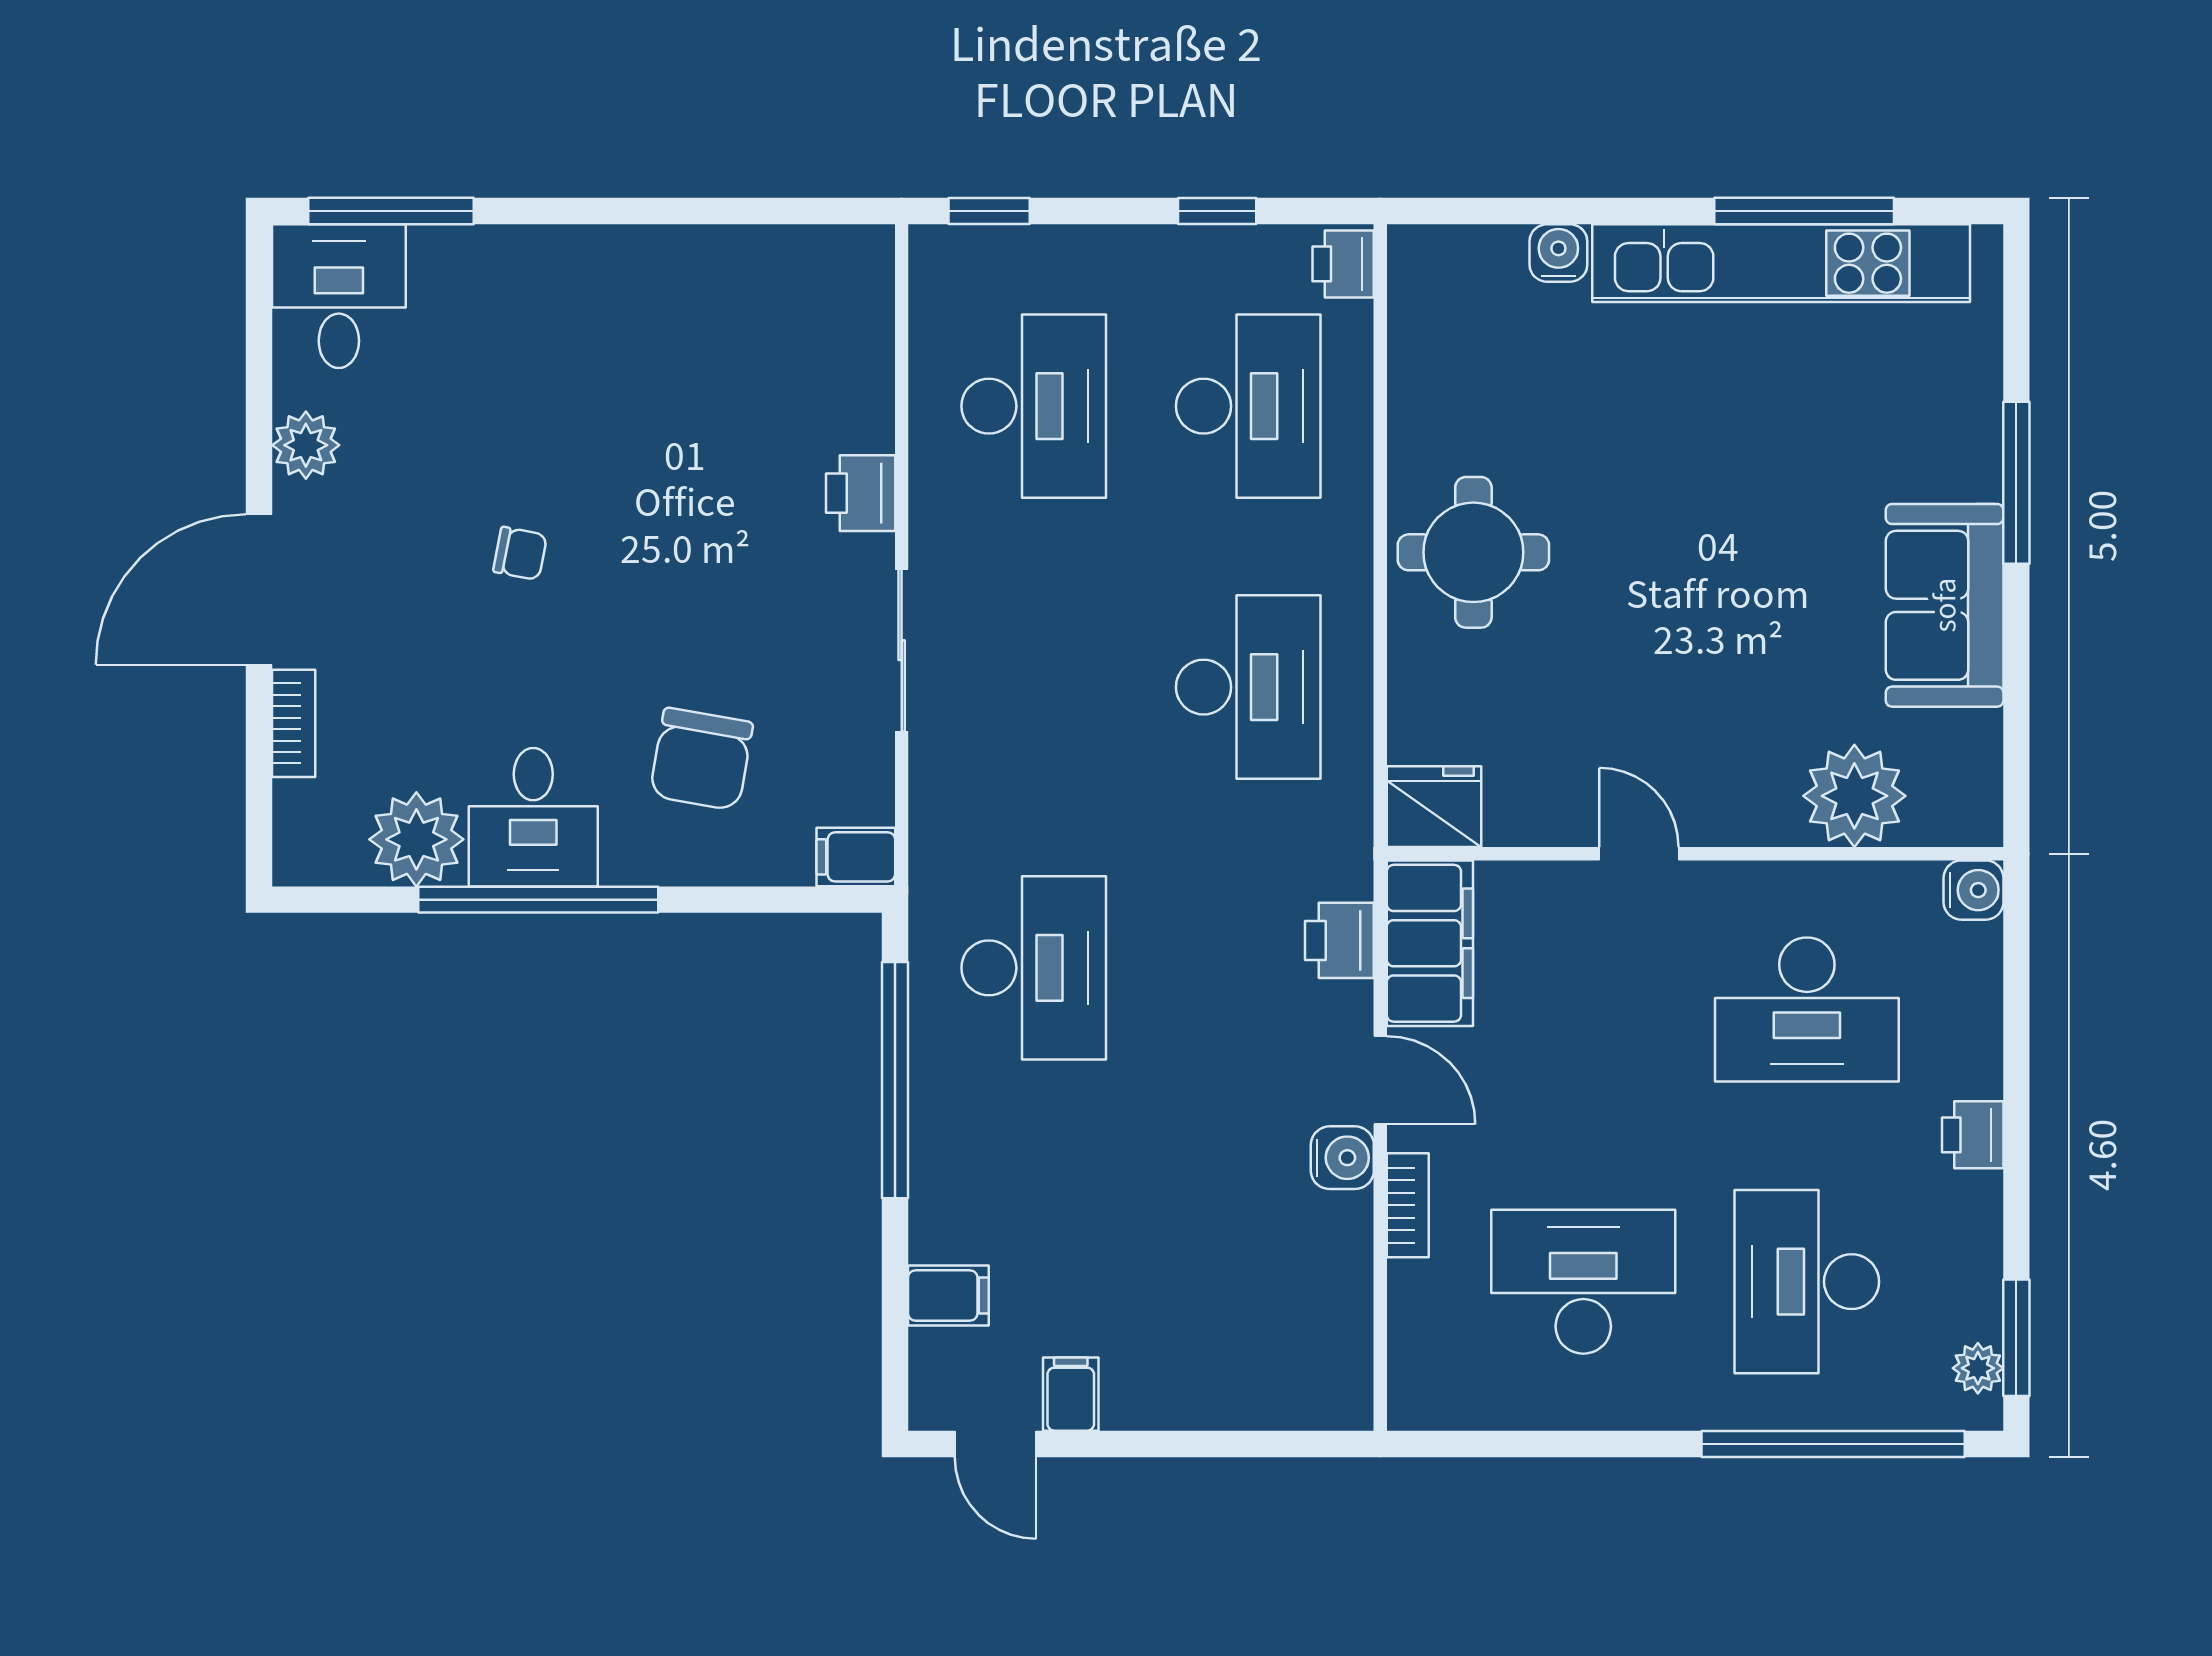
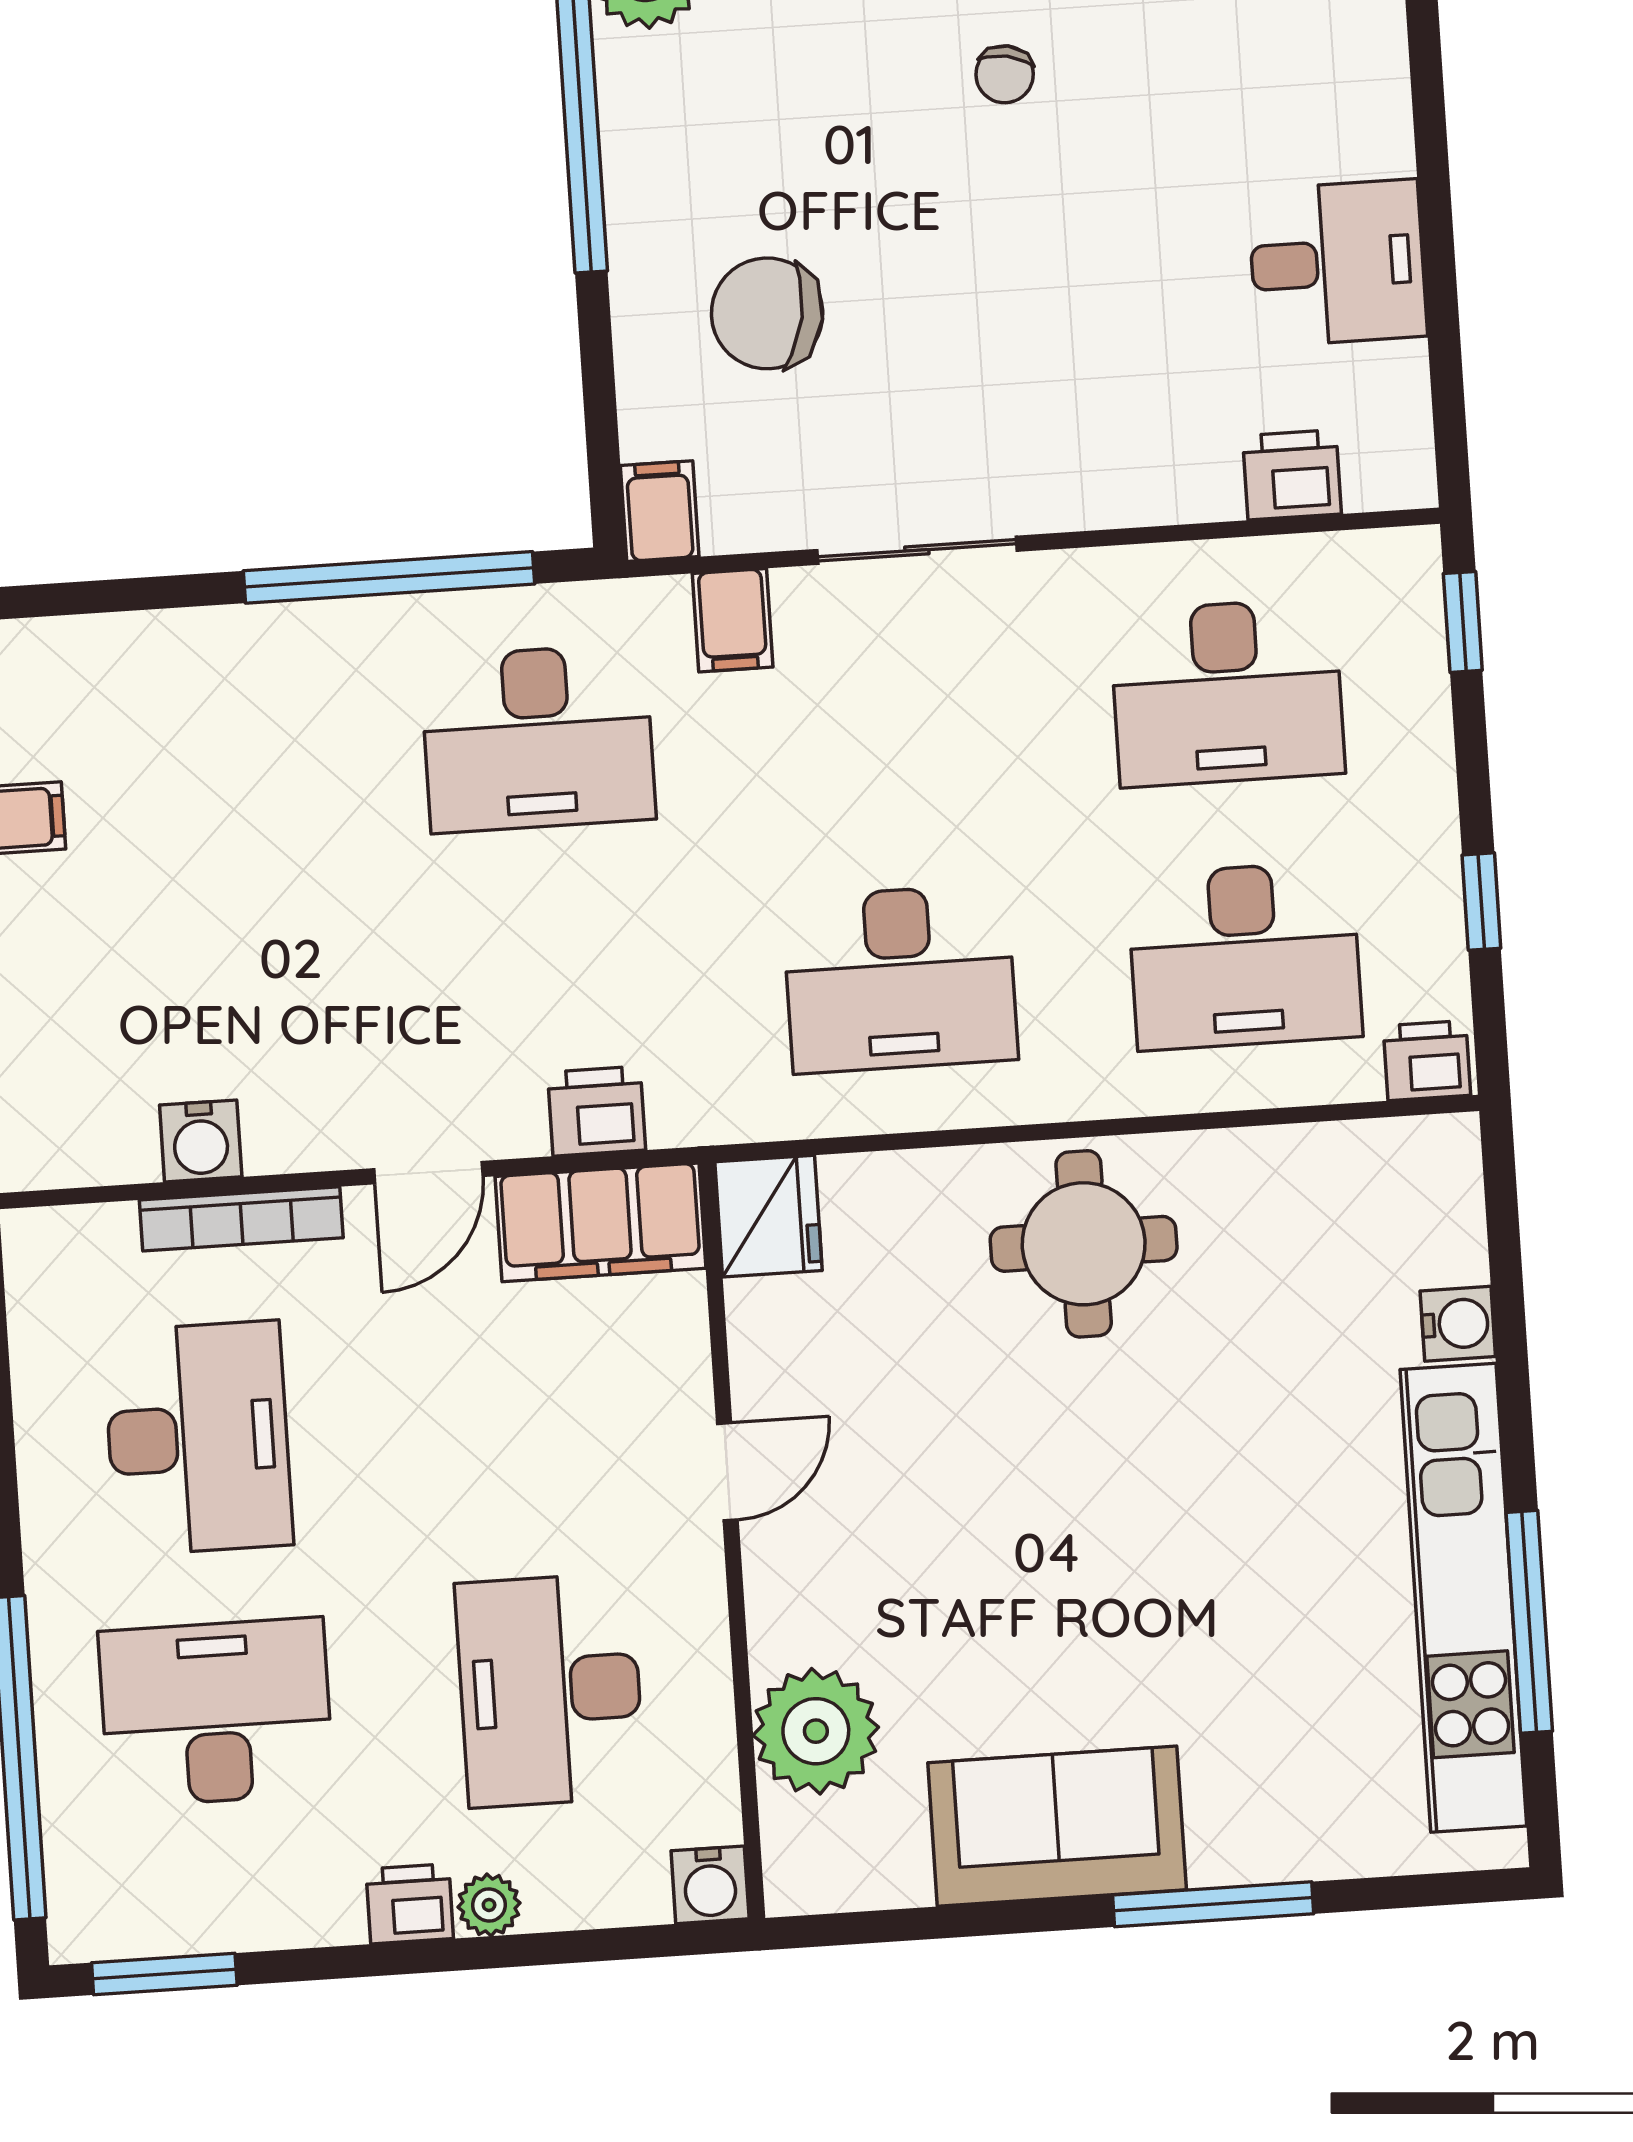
printer: (861, 493) -> (1292, 475), moved
desk: (533, 817) -> (1337, 263), moved, turned 180
water cooler: (1342, 1158) -> (201, 1141), moved
bookcase: (1408, 1205) -> (241, 1219), width x1.56
filing cabinet: (948, 1296) -> (733, 620), moved
plant: (1978, 1368) -> (489, 1905), moved

